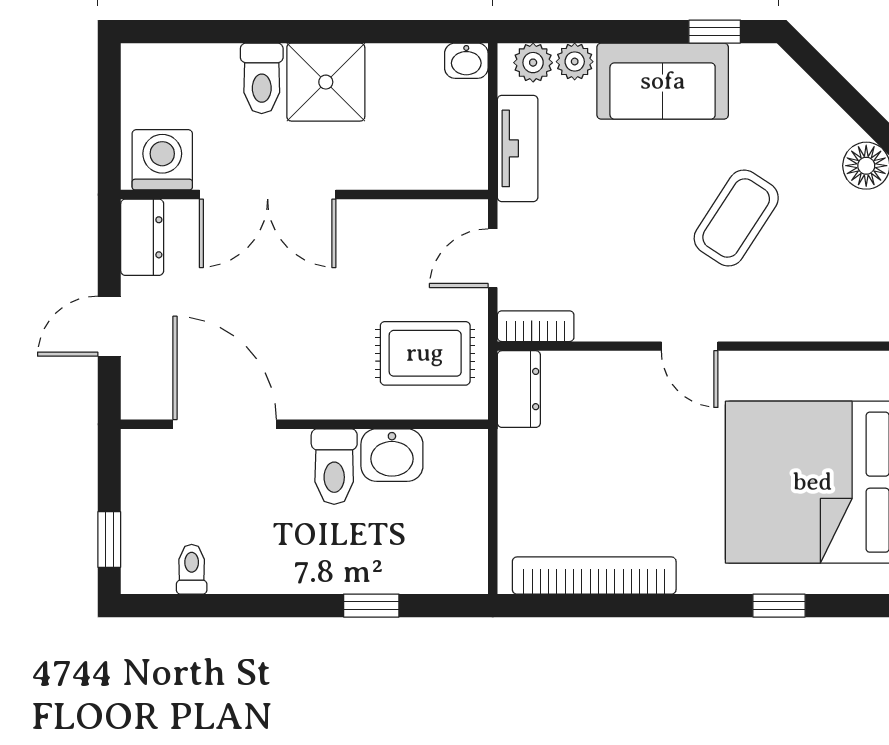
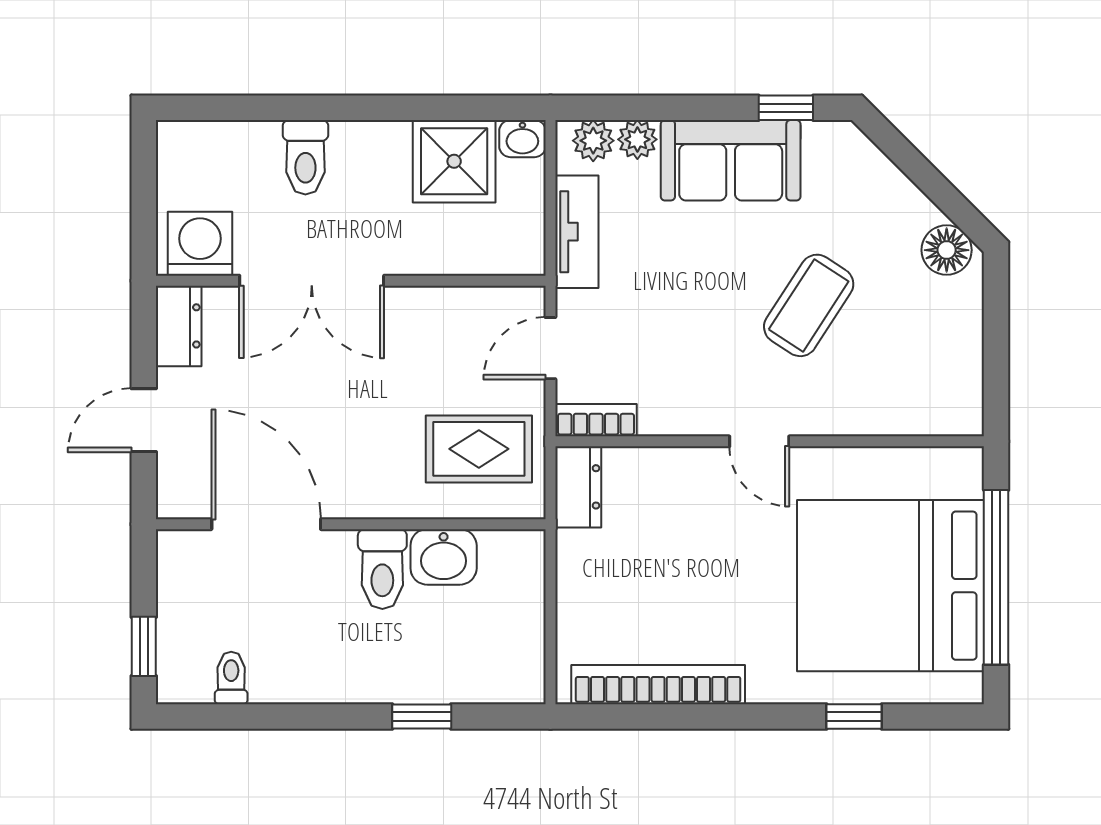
shower: (326, 82) -> (454, 161), moved

